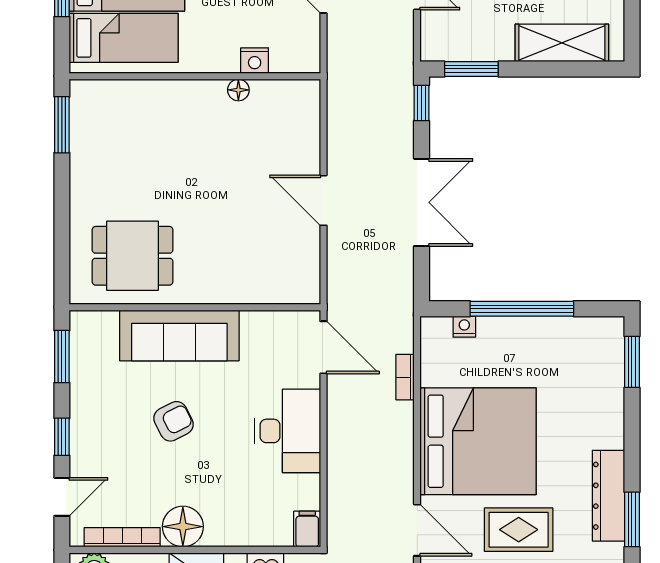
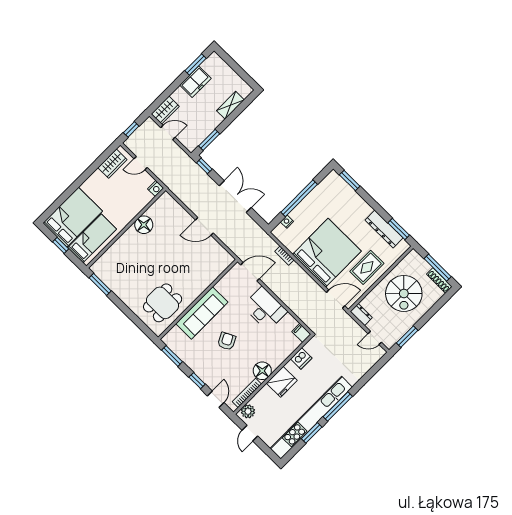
shelving: (562, 43) -> (230, 105), width x0.67, depth x0.75
nightstand: (255, 61) -> (156, 188), moved
floor lamp: (238, 90) -> (144, 225), width x1.89, depth x1.89

